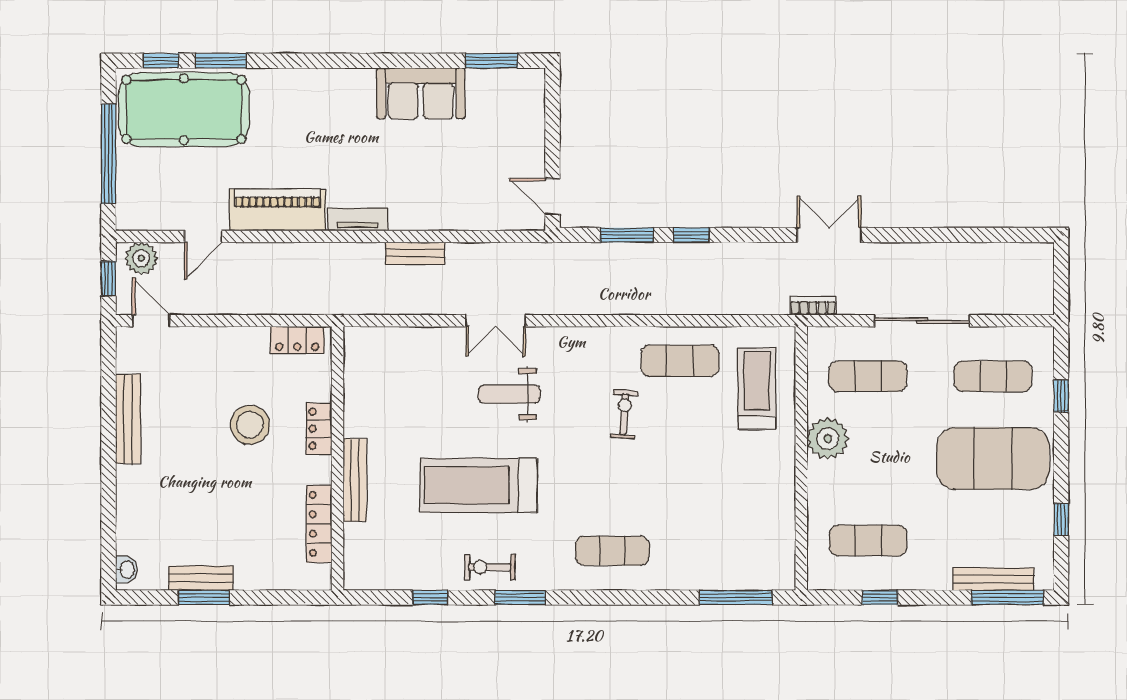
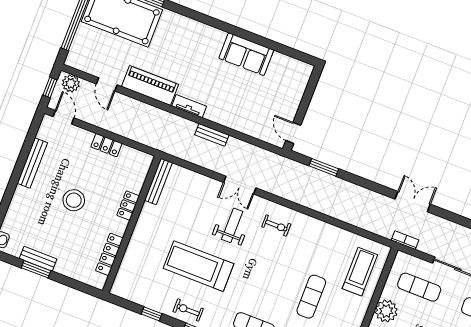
window: (492, 61) -> (289, 51), removed
window: (691, 235) -> (357, 180), removed
double door: (829, 235) -> (413, 202), moved
door: (203, 236) -> (107, 84), hinge flipped
locker: (297, 340) -> (106, 145), moved
exercise mat: (680, 361) -> (311, 297), moved, turned 90
weight bench: (509, 394) -> (232, 225), turned 90
exercise bike: (624, 414) -> (276, 225), moved, turned 86
stool: (250, 425) -> (74, 200), moved
bench: (355, 480) -> (158, 181), moved

